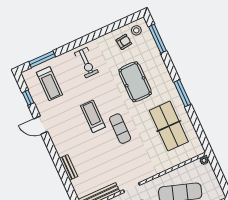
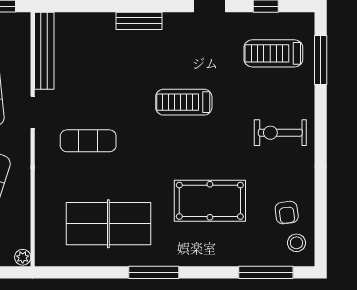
treadmill: (93, 116) -> (184, 102), turned 180
exercise mat: (120, 129) -> (88, 141), moved
bench: (68, 167) -> (139, 21), moved

